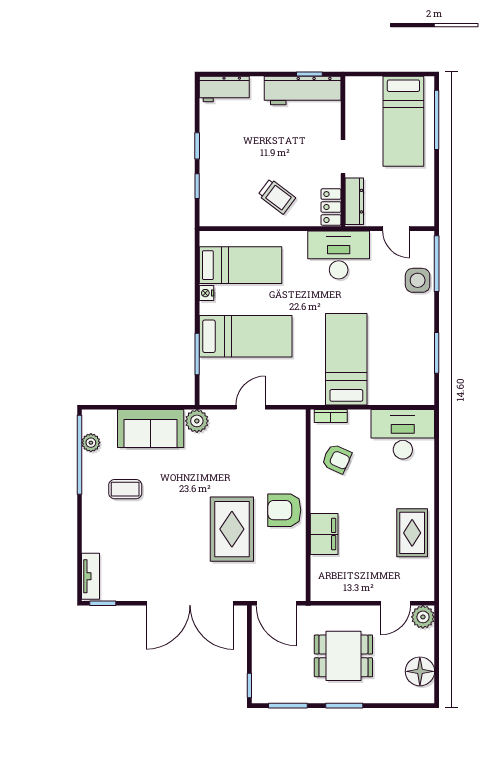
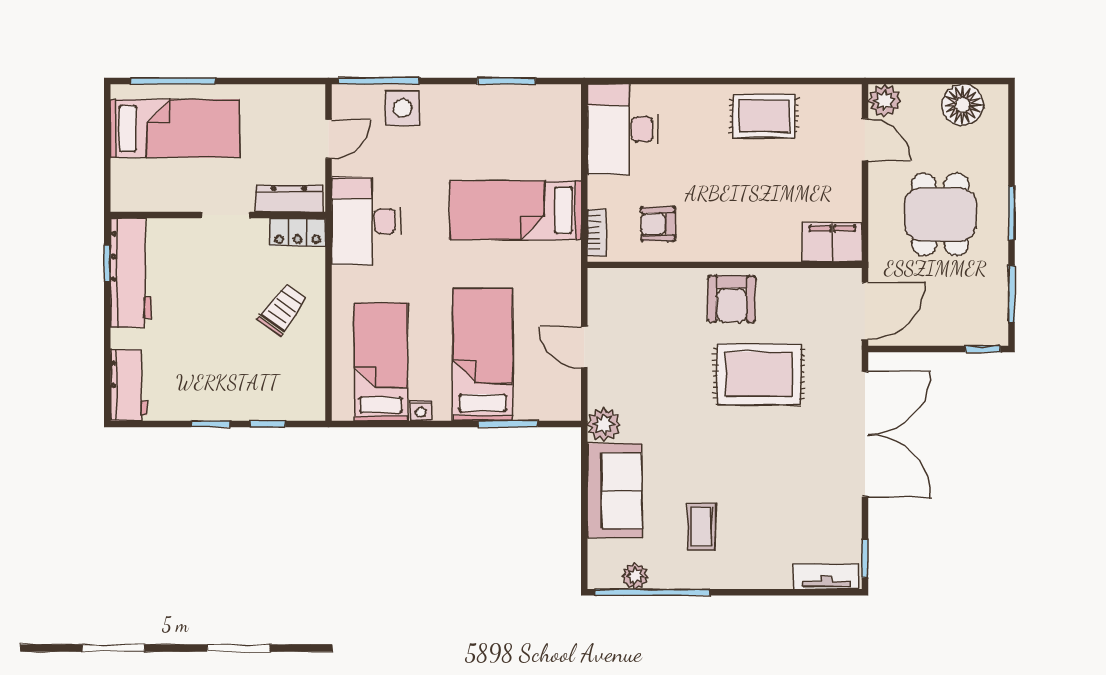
armchair: (337, 459) -> (658, 224), turned -114
filing cabinet: (324, 534) -> (832, 242), moved

